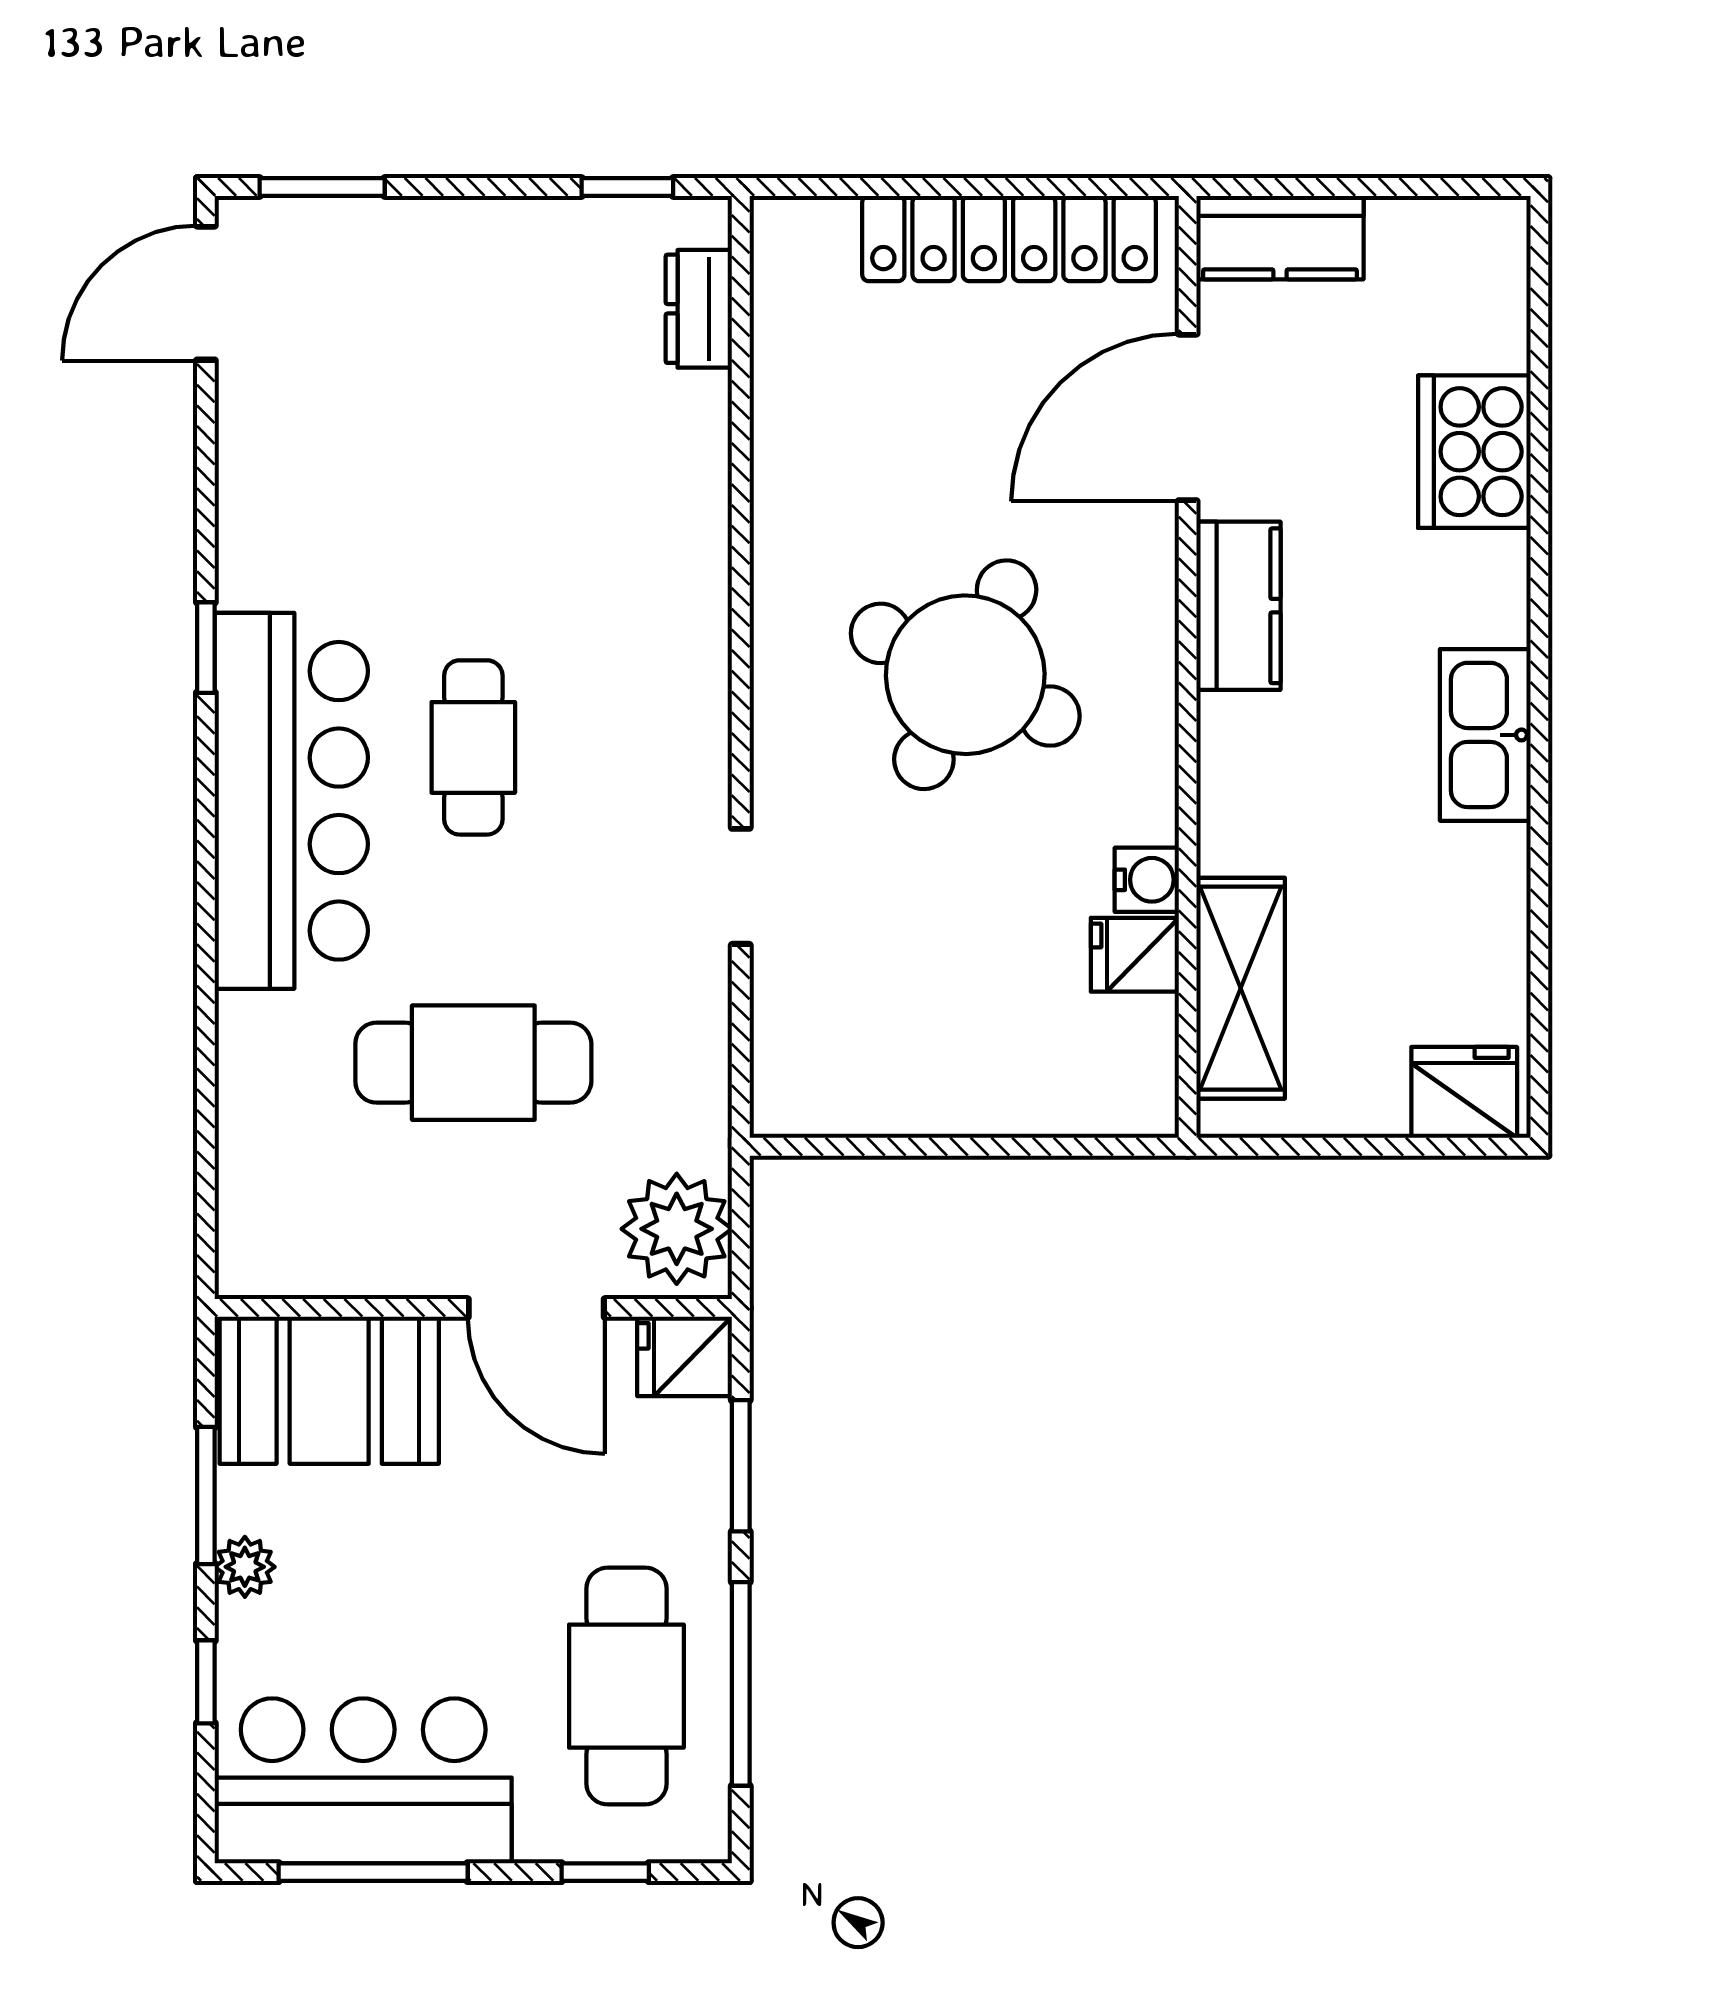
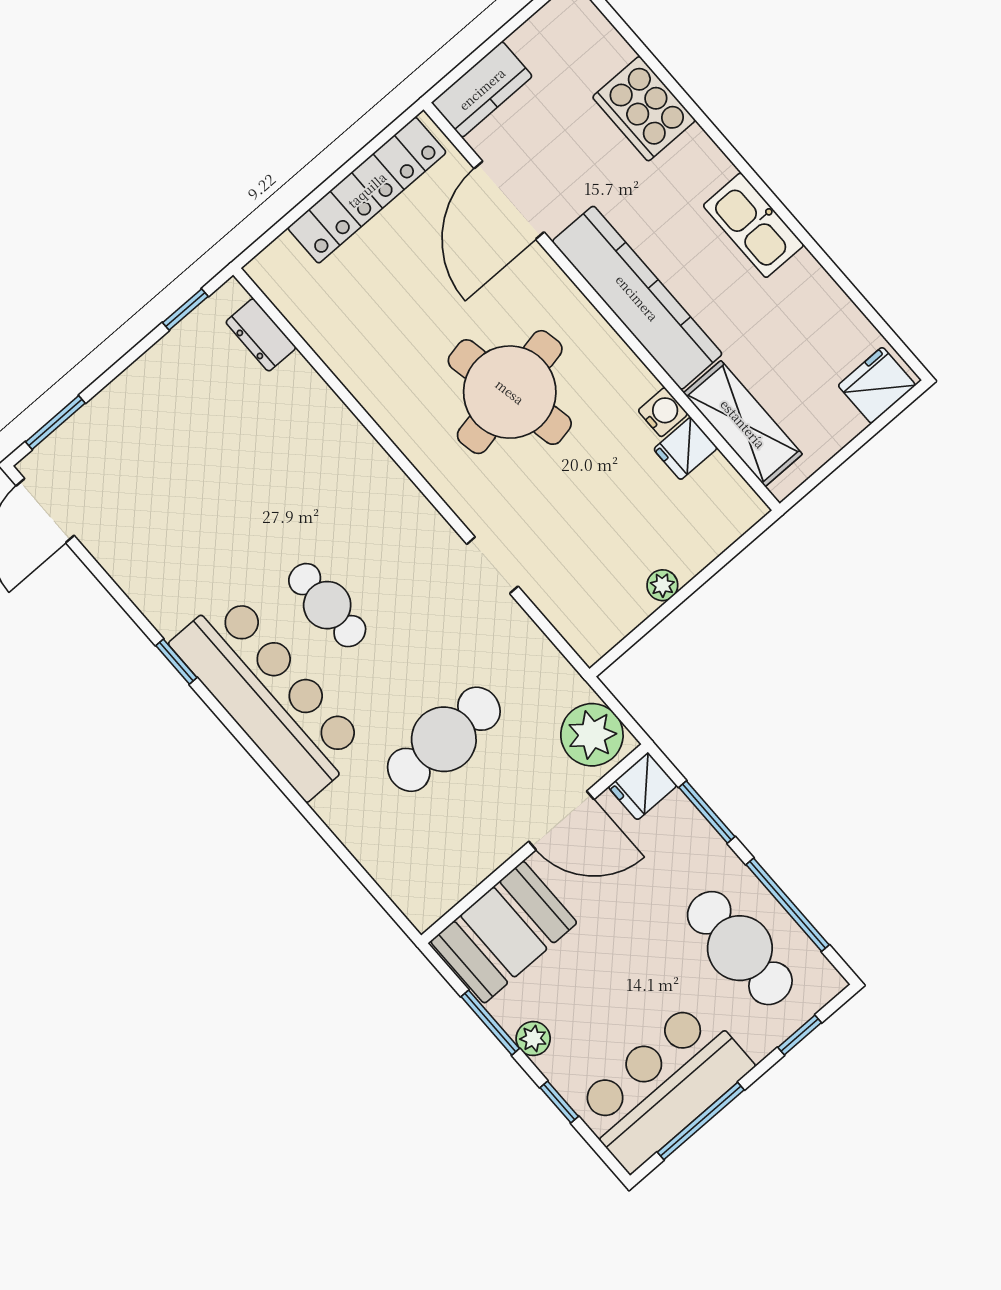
kitchen counter: (1238, 606) -> (637, 298), width x2.08, depth x1.17
round table: (965, 675) -> (510, 392), turned -37
plant: (945, 1111) -> (662, 585), added

